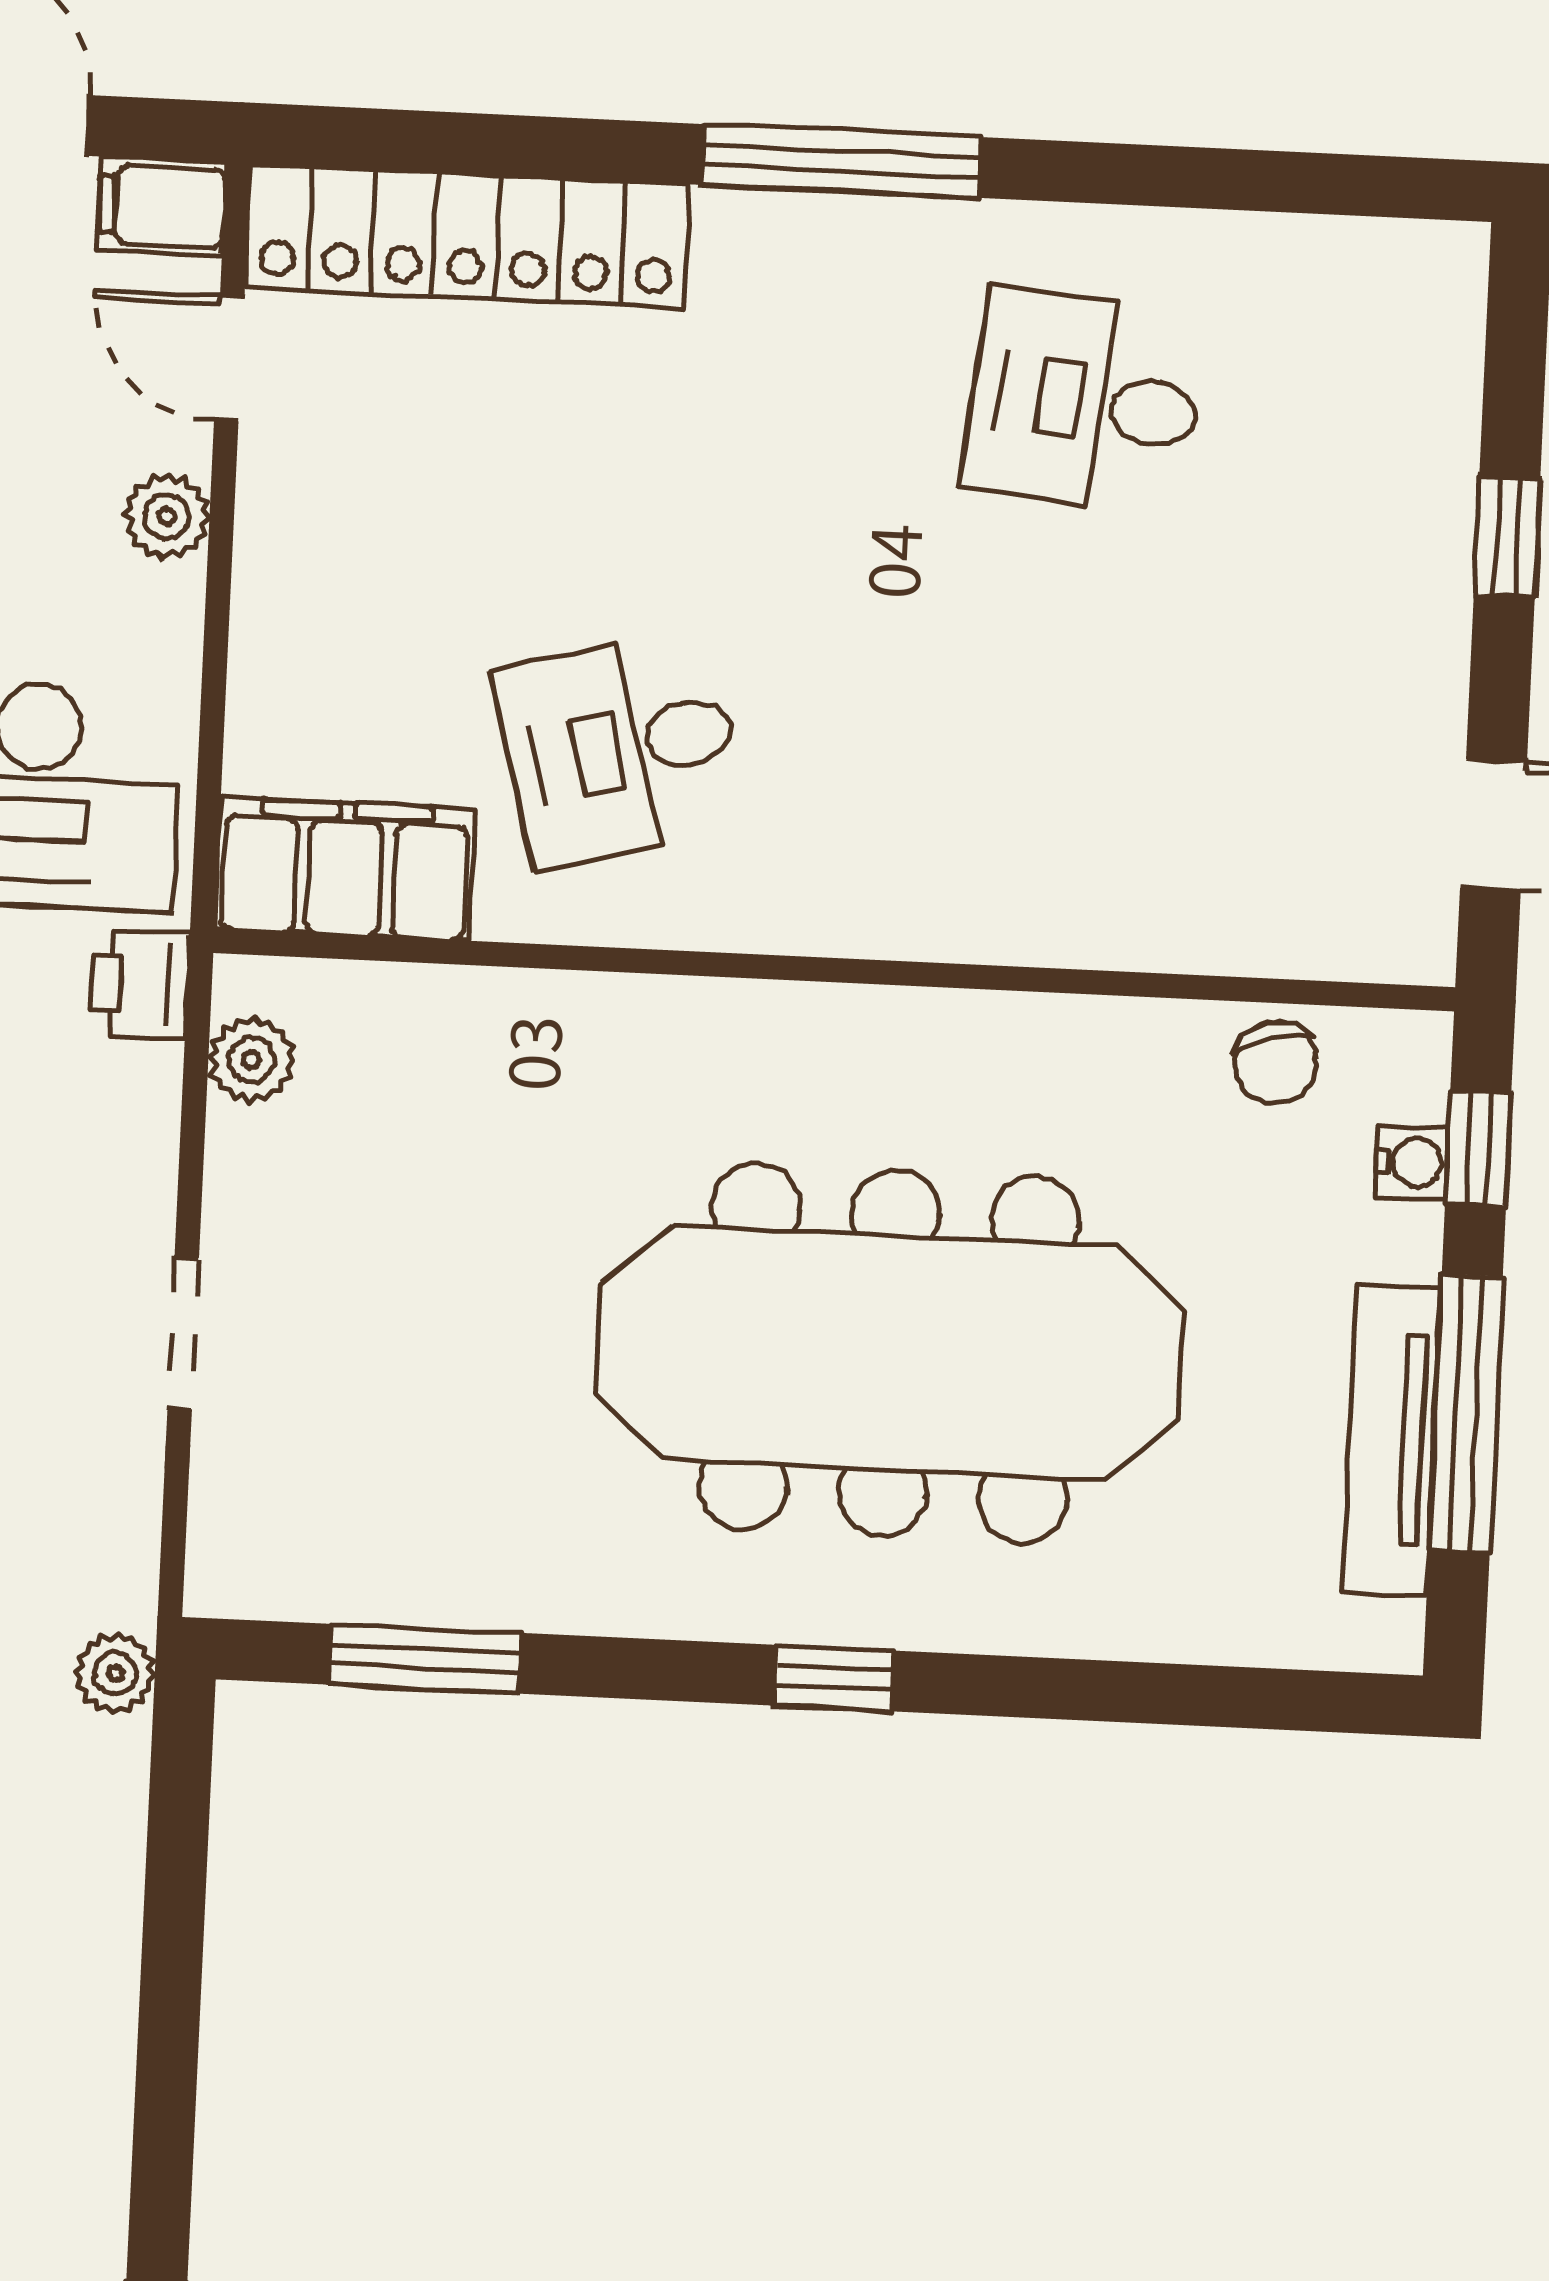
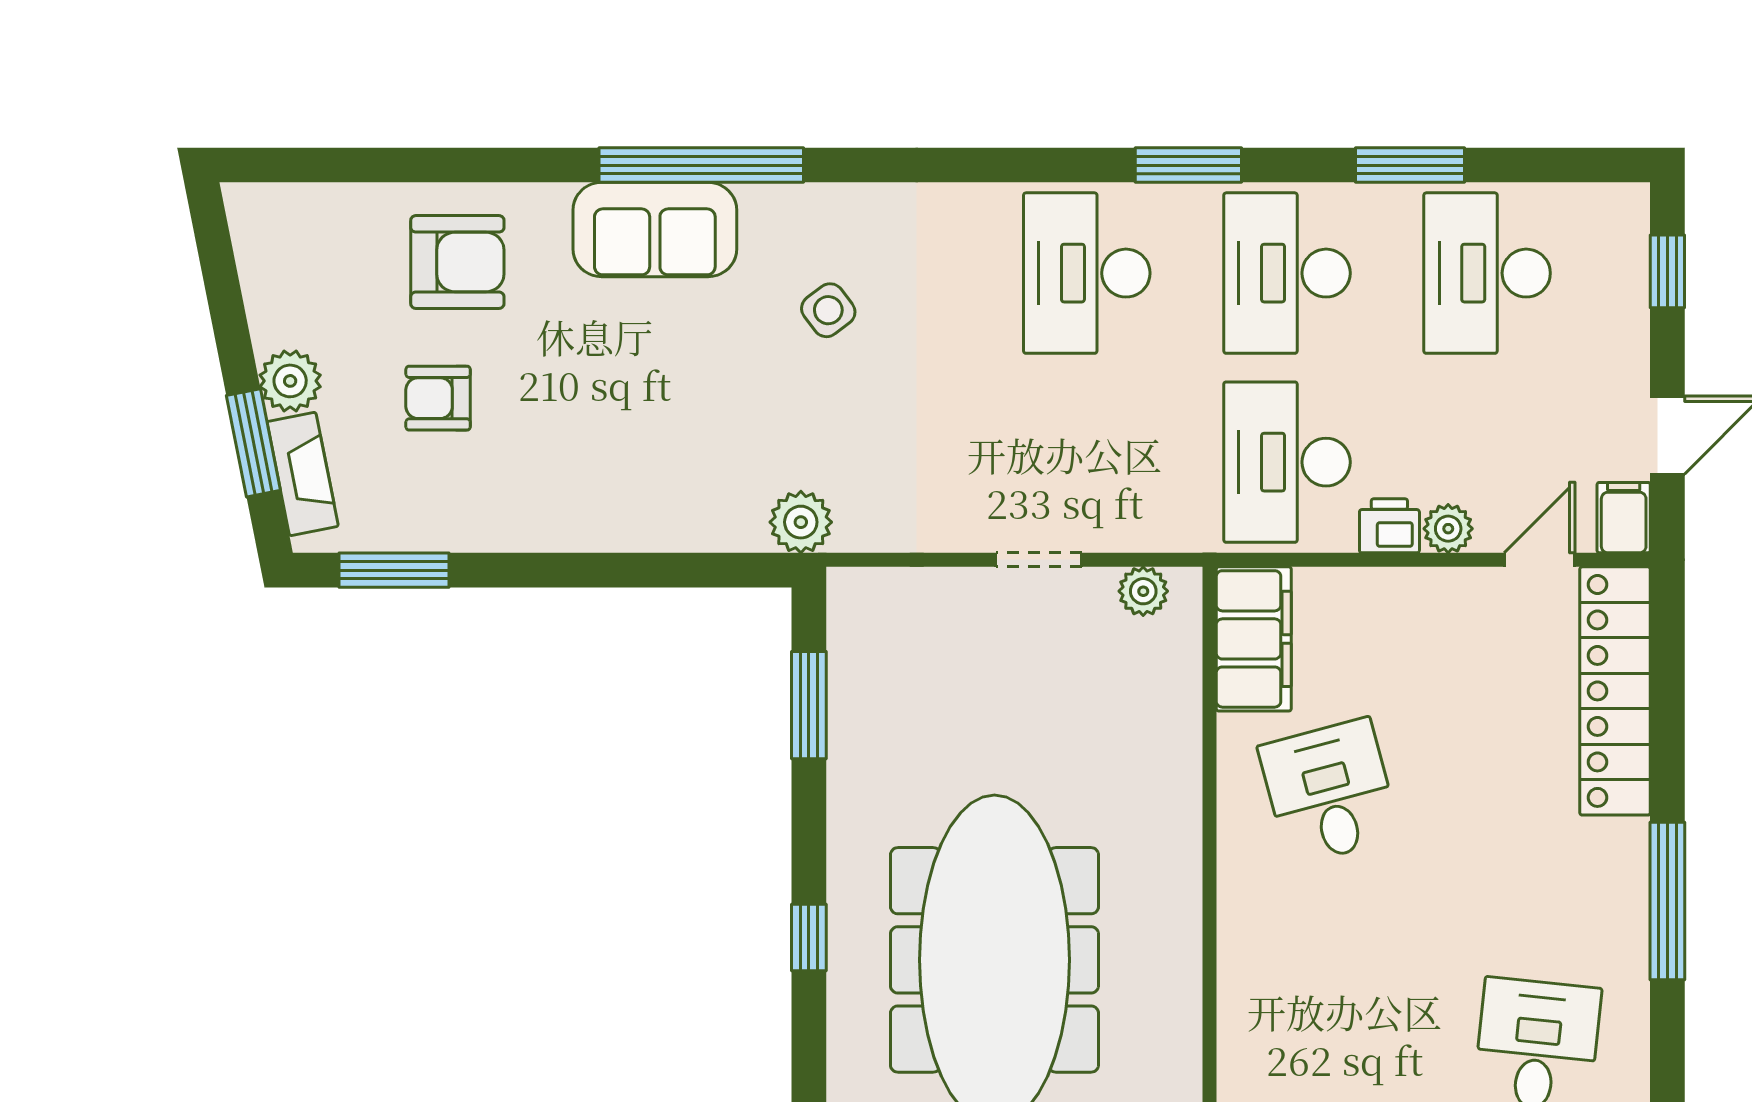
printer: (140, 984) -> (1389, 526), moved
doorway: (183, 1333) -> (1039, 560), moved
plant: (115, 1673) -> (801, 522), width x1.38, depth x1.38

